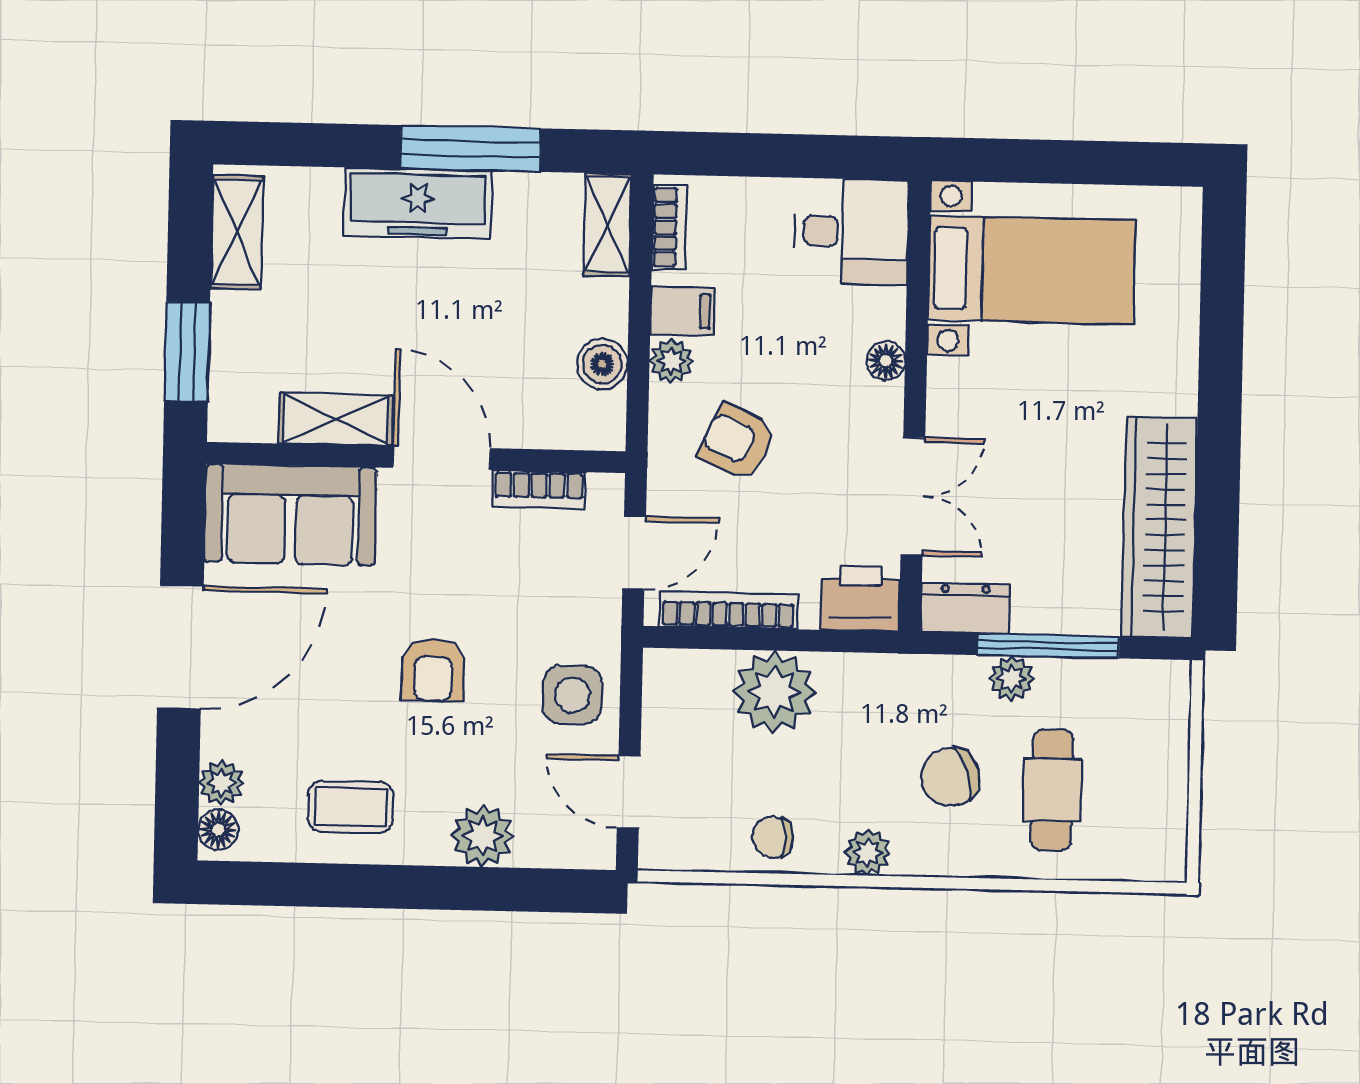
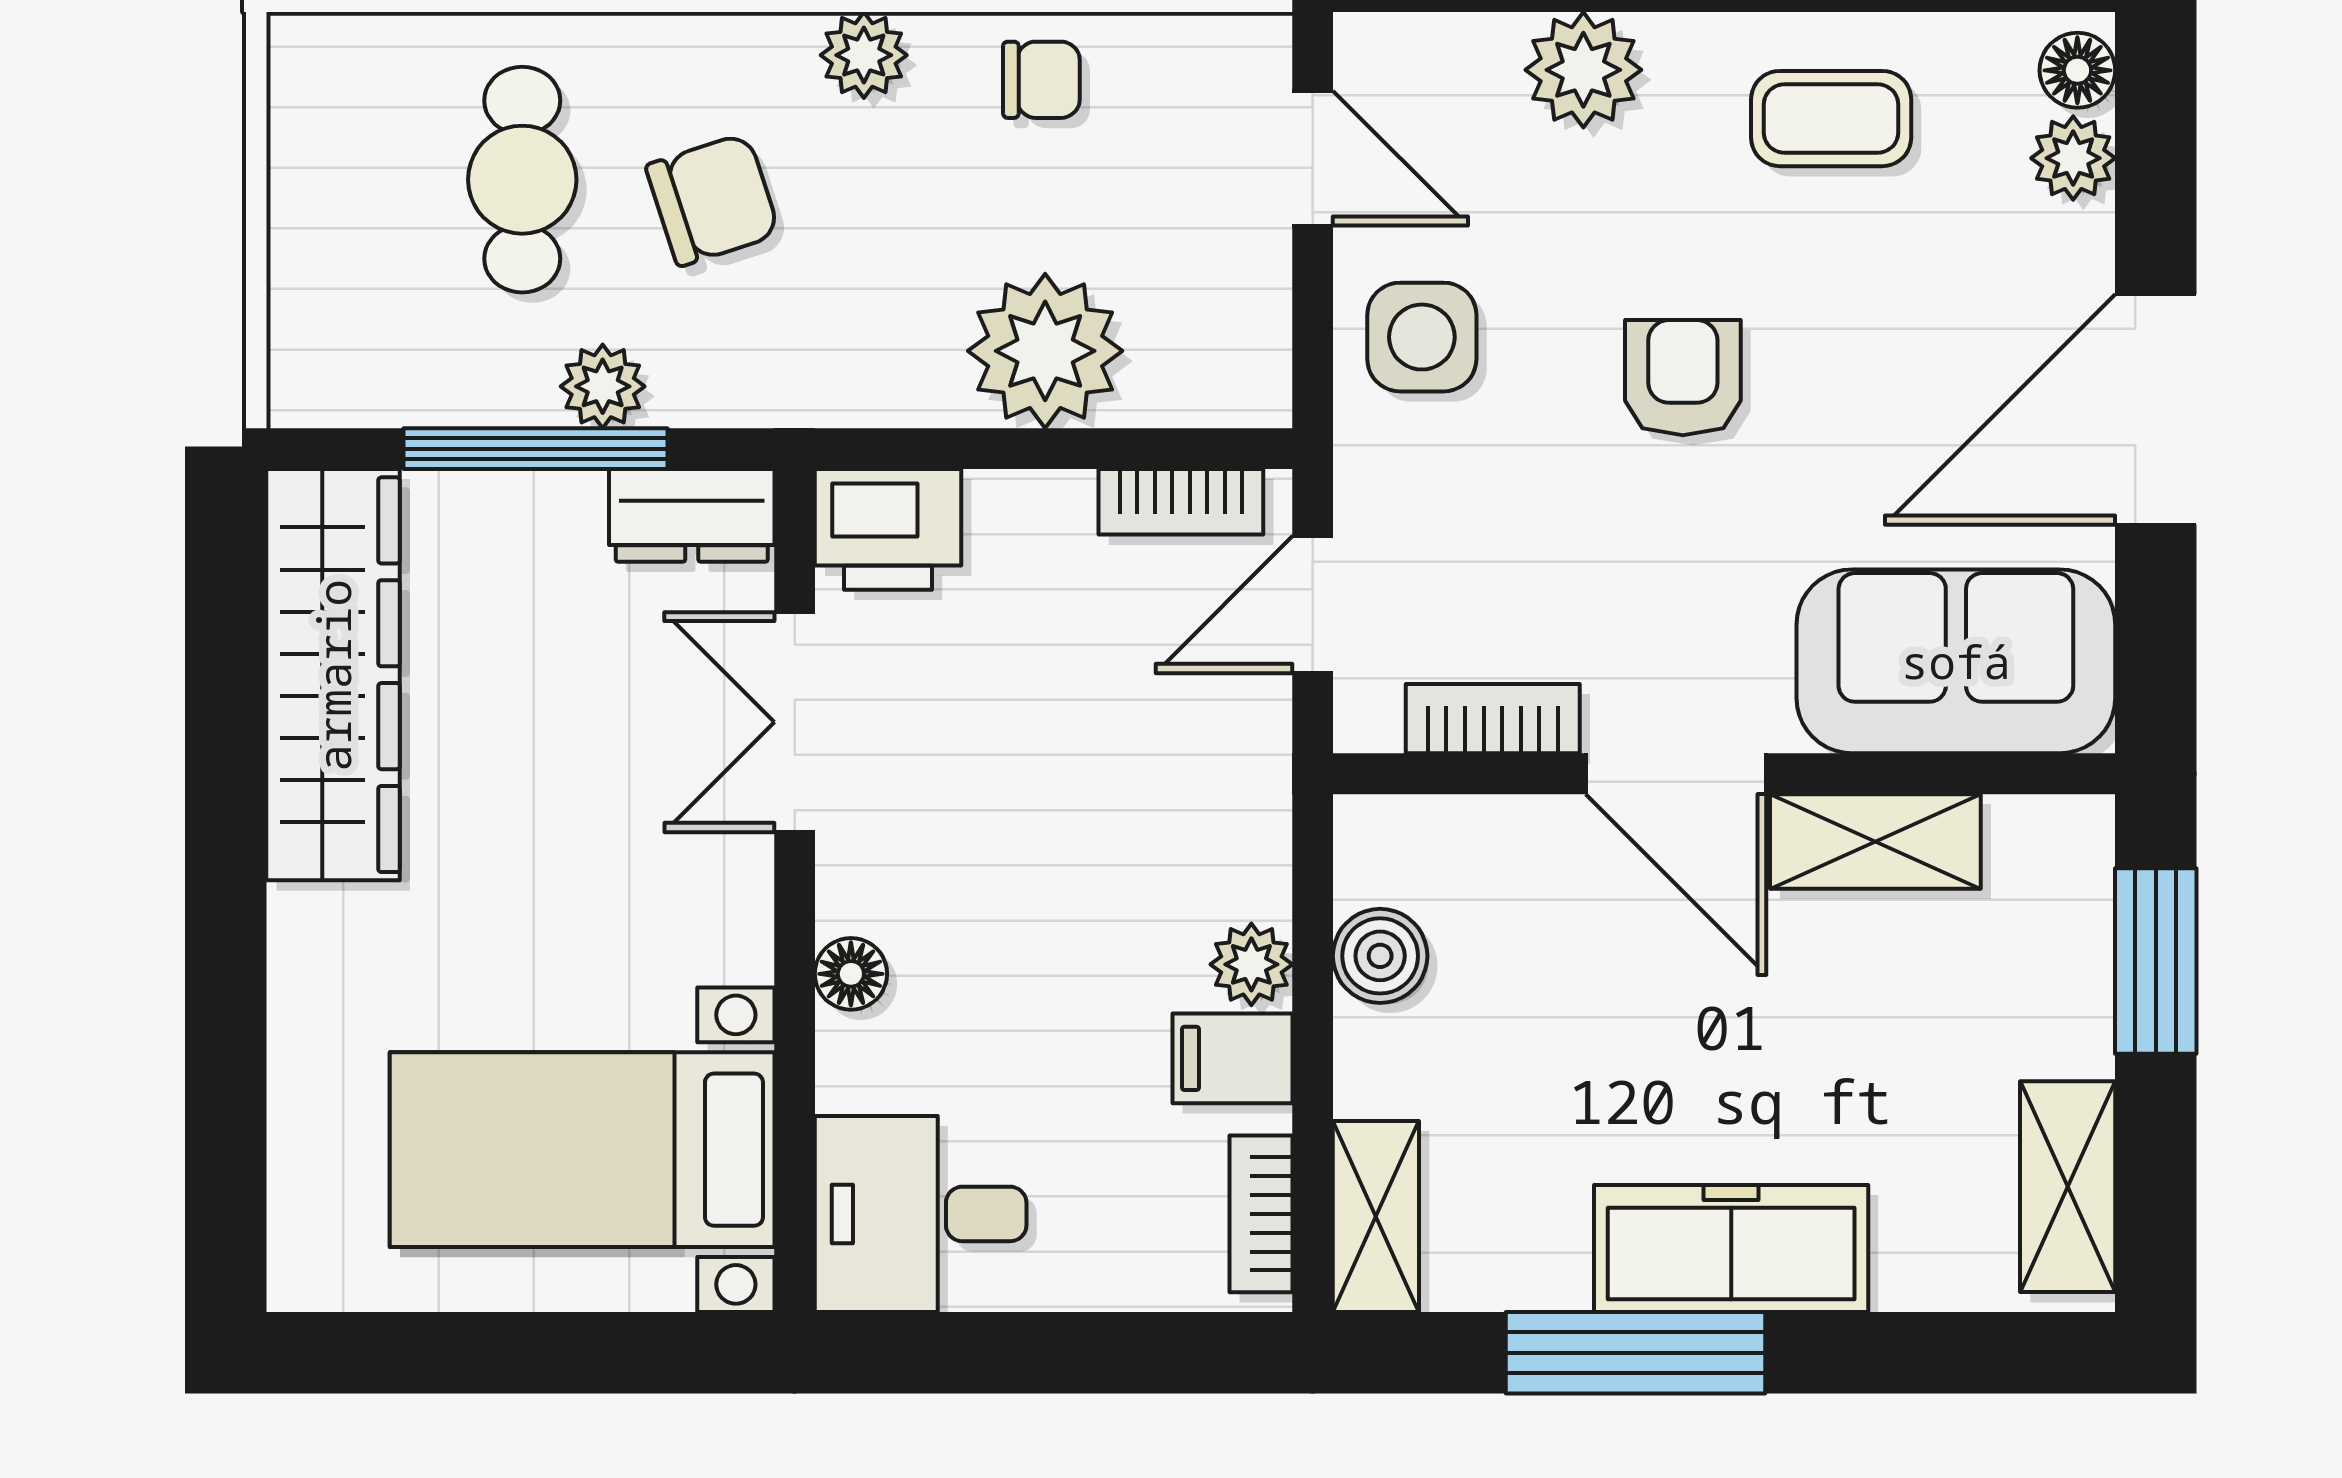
armchair: (737, 442) -> (1125, 816), removed
bookcase: (728, 610) -> (1181, 502), width x0.64

